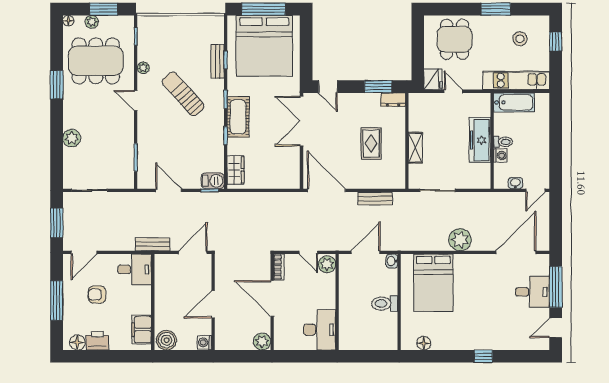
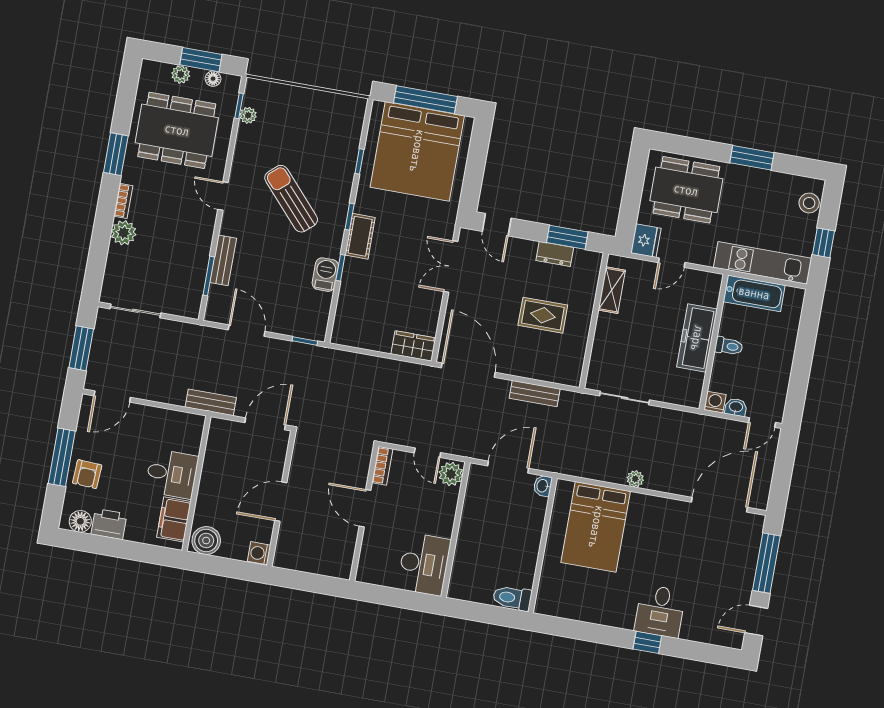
floor lamp: (68, 21) -> (213, 79), moved
dining table: (455, 39) -> (686, 190), width x1.38
stool: (520, 39) -> (809, 203), moved
window: (556, 42) -> (823, 243), moved
bench: (218, 61) -> (223, 260), moved
plant: (143, 68) -> (248, 115), moved
door: (453, 91) -> (672, 263), swing flipped
dresser: (393, 100) -> (555, 254), moved
bookcase: (68, 116) -> (123, 201), added
cot: (238, 117) -> (360, 236), width x0.73, depth x0.75
double door: (301, 121) -> (451, 267), width x0.73
rug: (371, 143) -> (543, 315), turned 90
shelving: (415, 148) -> (612, 290), moved
washing machine: (500, 156) -> (715, 402), moved, turned -90
wardrobe: (236, 170) -> (413, 346), moved, turned -90
barbecue: (213, 181) -> (325, 275), moved, turned -90
plant: (460, 240) -> (635, 479), width x0.53, depth x0.53
desk: (135, 269) -> (172, 474), moved
desk: (533, 292) -> (660, 611), moved, turned 90
armchair: (97, 295) -> (87, 474), moved, turned -87
door: (272, 298) -> (365, 508), width x0.73
toilet: (385, 304) -> (512, 598), moved
plant: (262, 342) -> (340, 566), removed
floor lamp: (424, 343) -> (567, 609), removed

